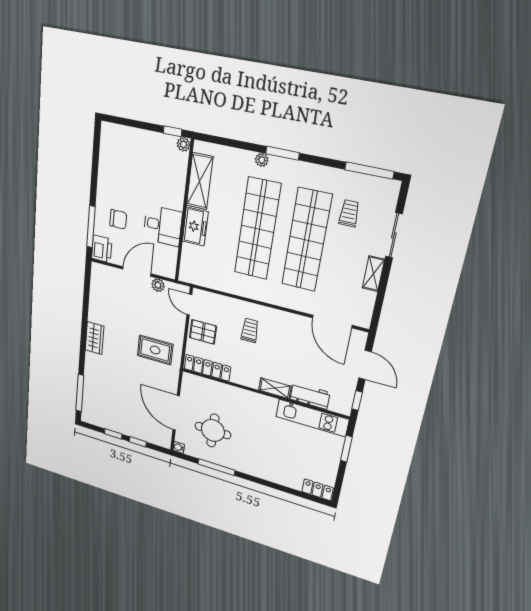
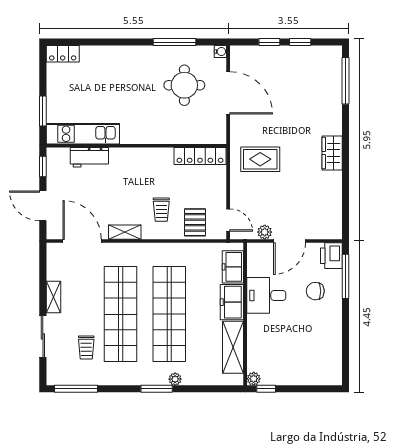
freezer: (190, 260) -> (233, 267), added
pallet: (203, 332) -> (195, 222), moved, turned 90
shelving: (275, 388) -> (125, 232), moved

